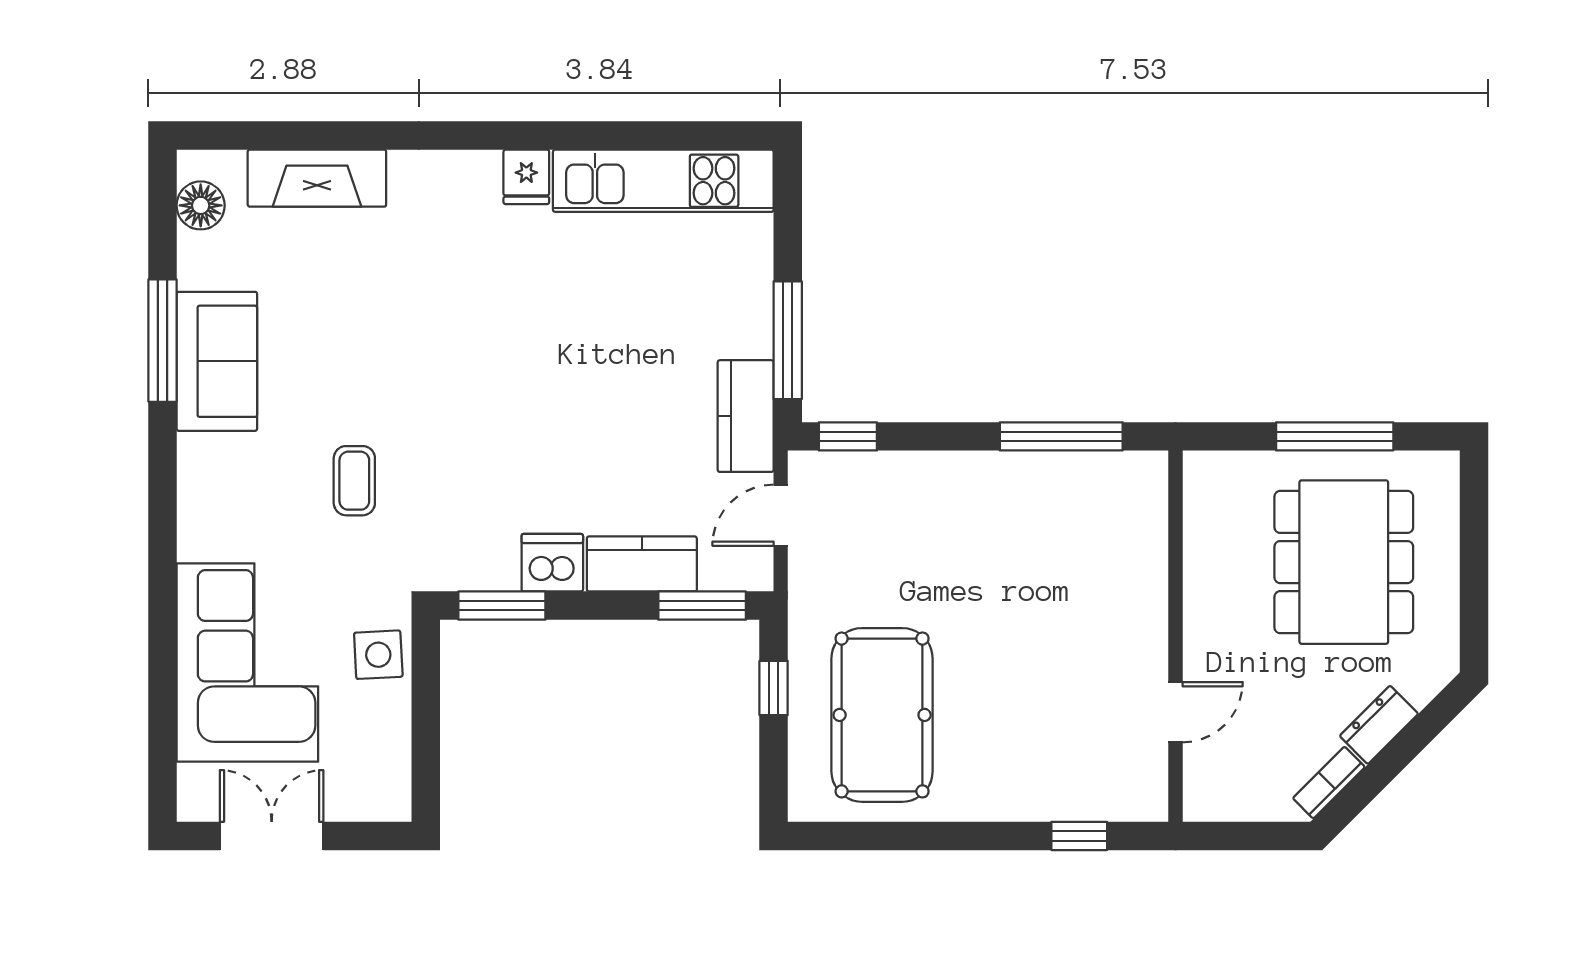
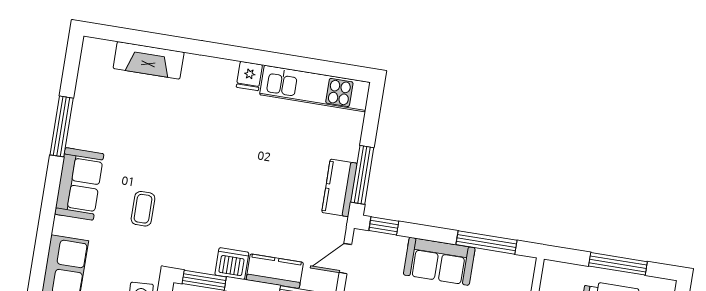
floor lamp: (201, 205) -> (91, 64), removed
sofa: (217, 361) -> (79, 184), moved
kitchen counter: (746, 416) -> (340, 188), moved
sofa: (972, 490) -> (439, 261), added

